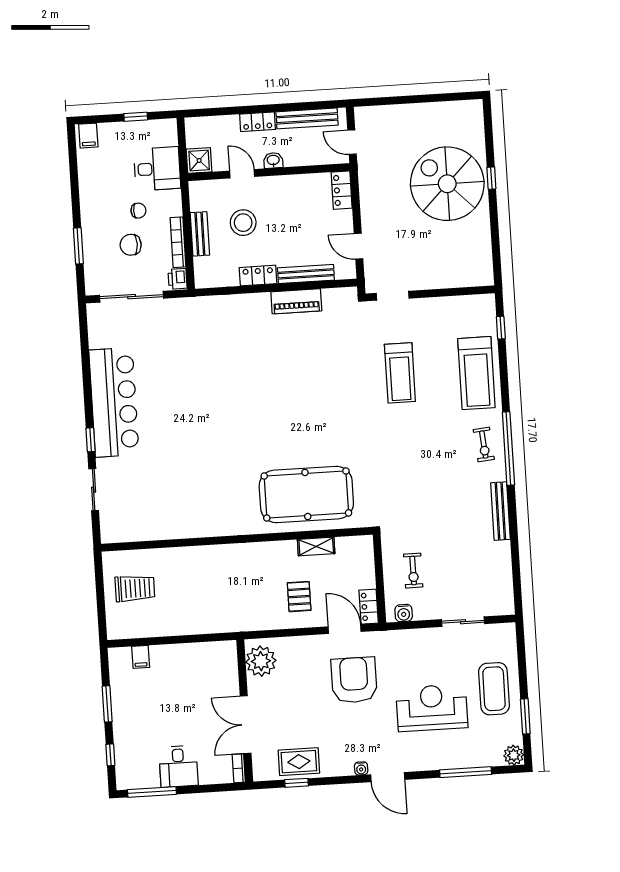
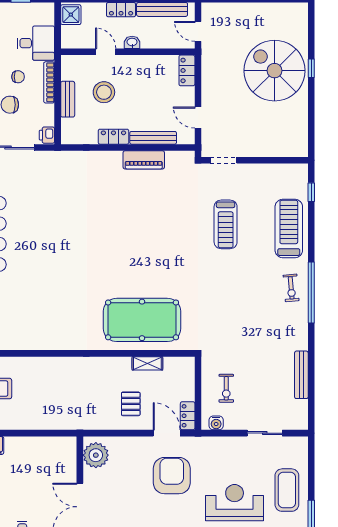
shower: (199, 160) -> (71, 15), moved
bookcase: (178, 242) -> (49, 82), moved
treadmill: (476, 373) -> (289, 228), turned 180
bench: (500, 511) -> (301, 375), moved

